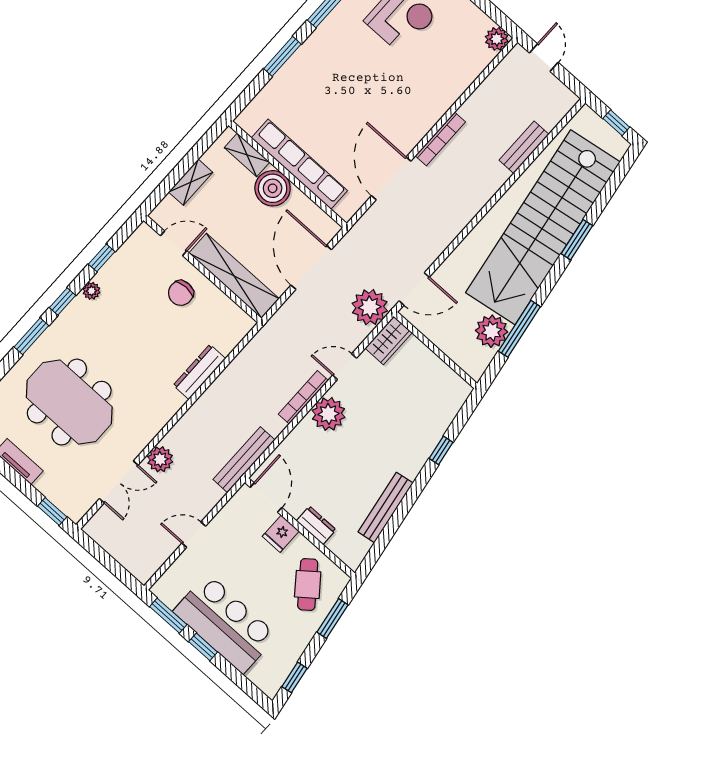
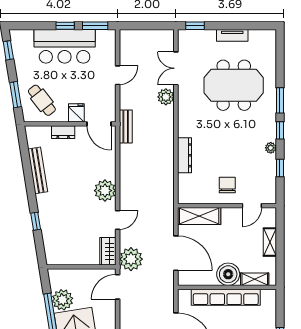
shelving: (234, 276) -> (199, 216), width x0.68
bookcase: (303, 397) -> (124, 188), removed
bench: (244, 460) -> (126, 126), width x0.73

